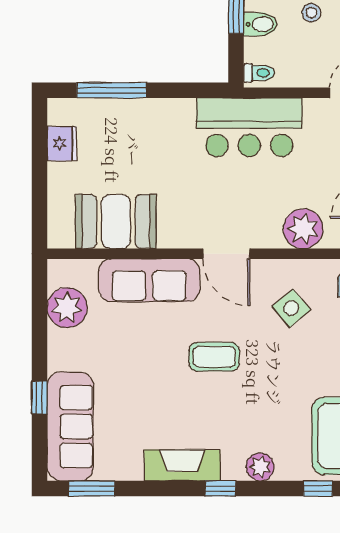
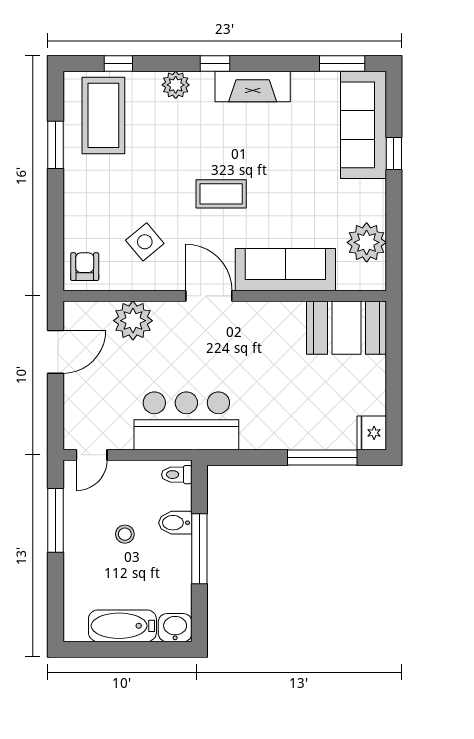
fridge: (62, 144) -> (372, 433), moved
booth: (116, 221) -> (346, 328), moved

